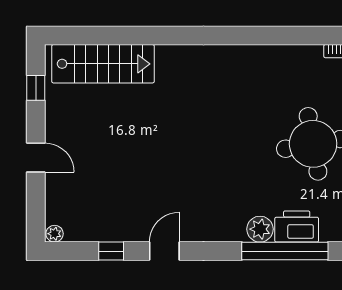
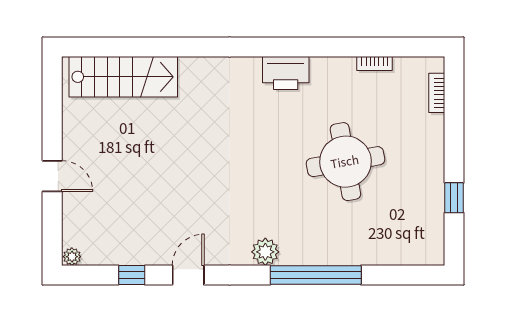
window: (36, 88) -> (52, 102), removed
printer: (297, 227) -> (286, 73), moved, turned 180
plant: (260, 229) -> (265, 252), moved

